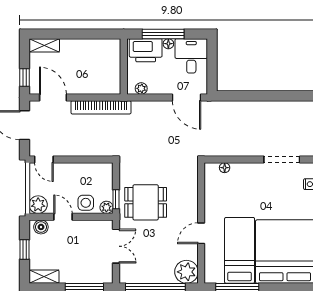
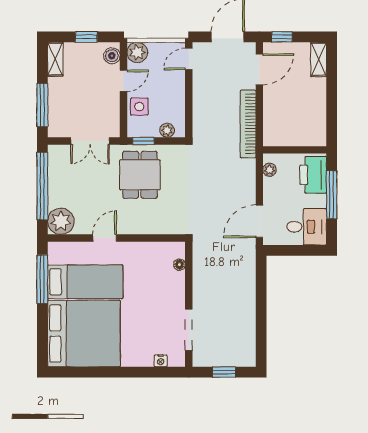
floor lamp: (168, 44) -> (320, 201), removed
plant: (106, 207) -> (167, 130), moved
door: (201, 233) -> (105, 238), hinge flipped

